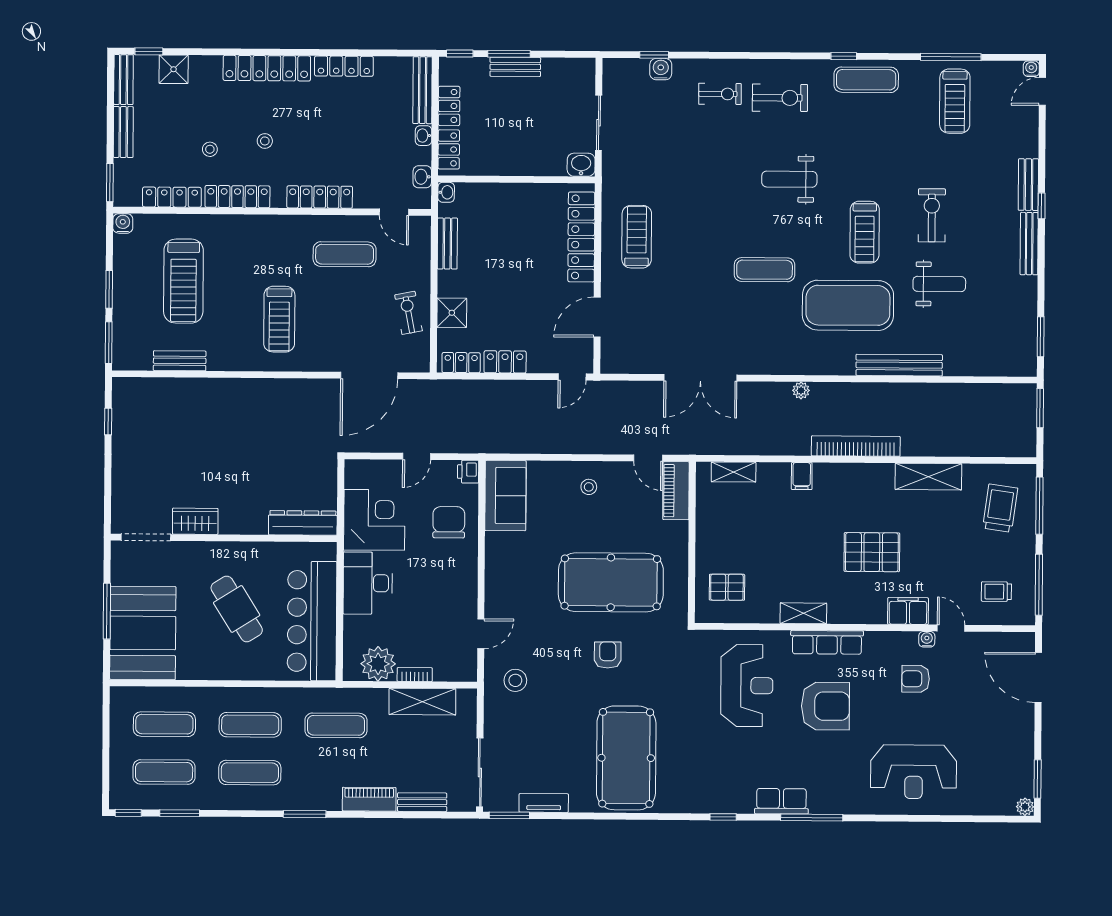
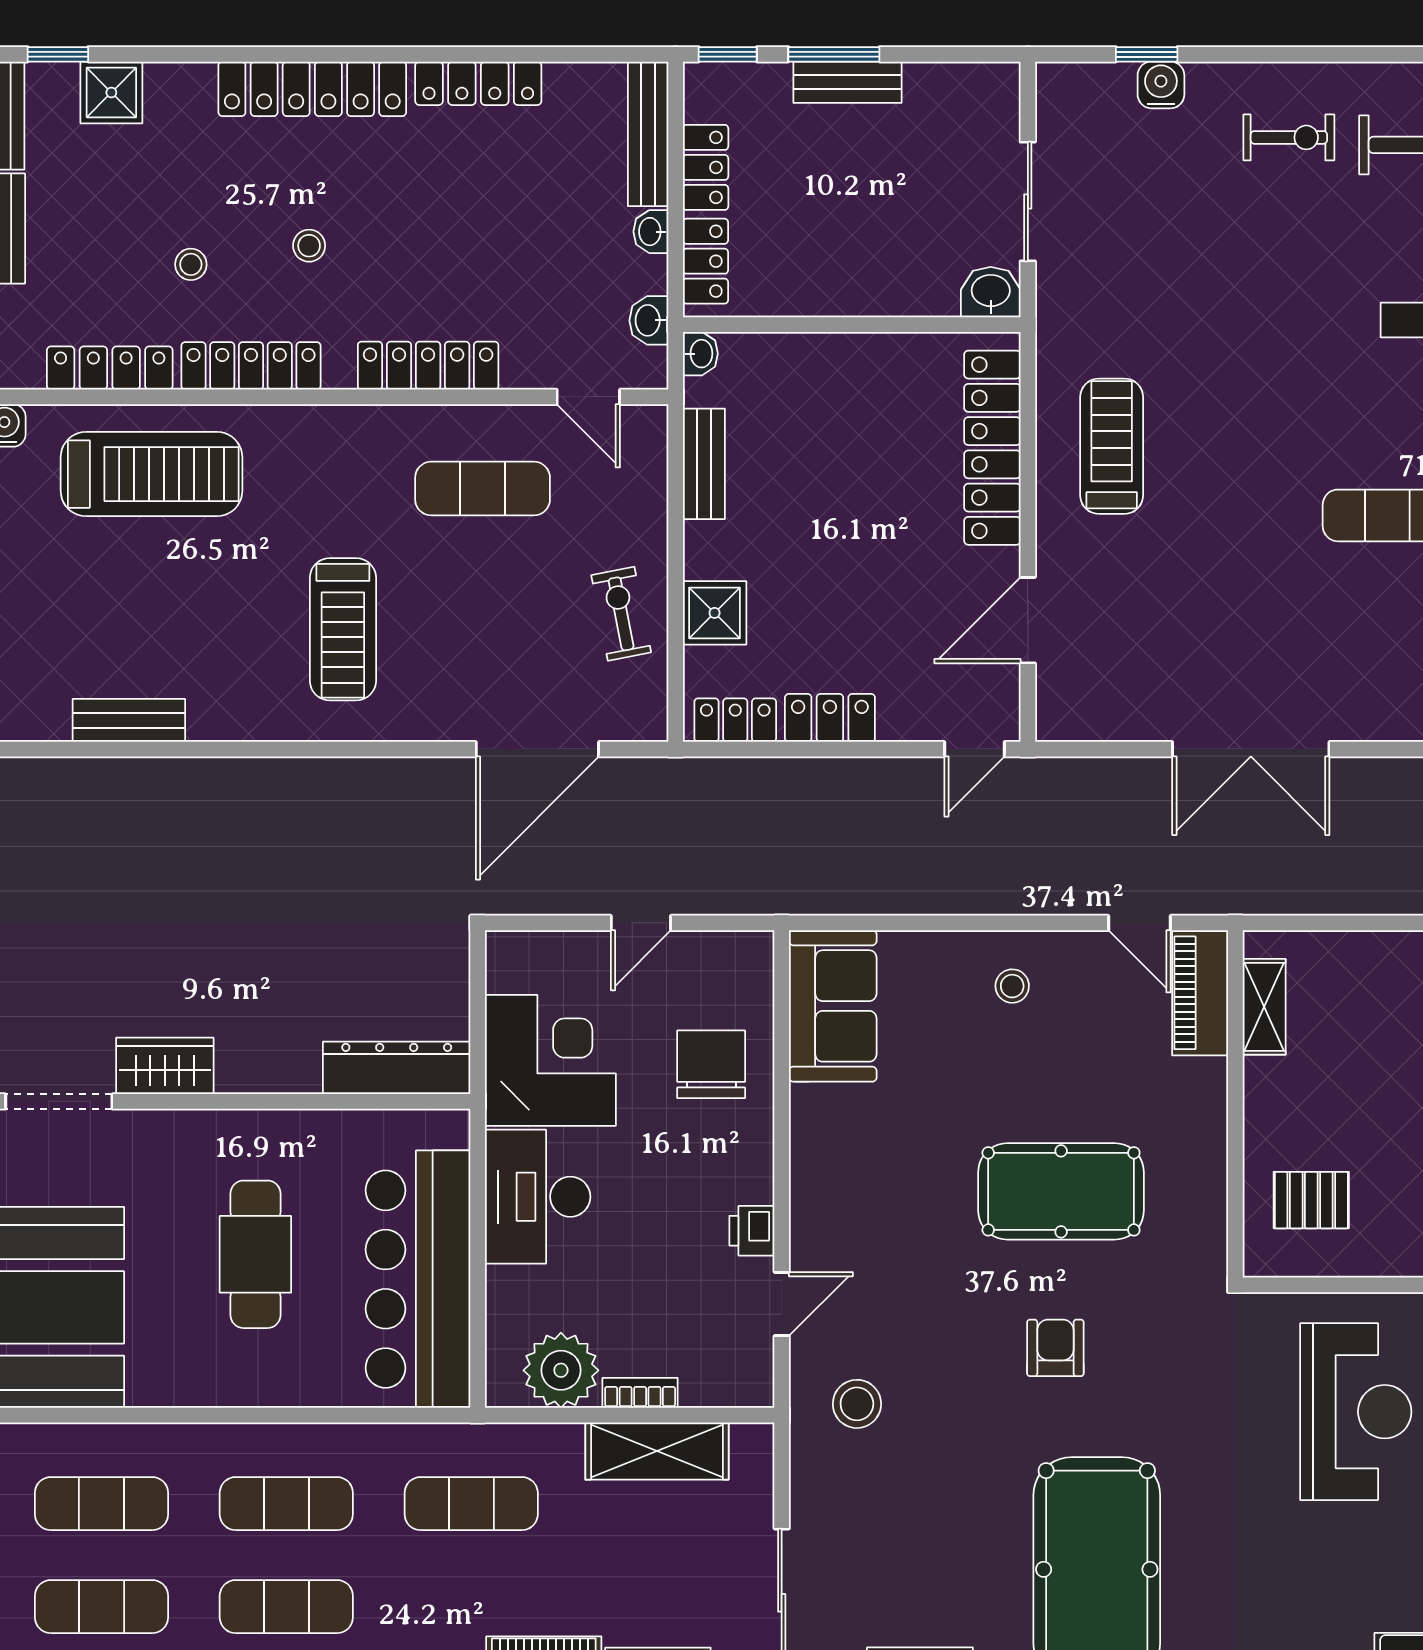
treadmill: (183, 281) -> (151, 474), moved, turned -90
printer: (468, 472) -> (752, 1231), moved
shelving: (734, 472) -> (1264, 1007), moved, turned 90
pool table: (611, 582) -> (1061, 1191), width x0.73, depth x0.76
cafe table: (237, 609) -> (255, 1254), turned 32

